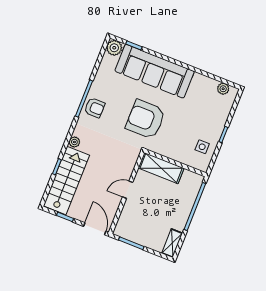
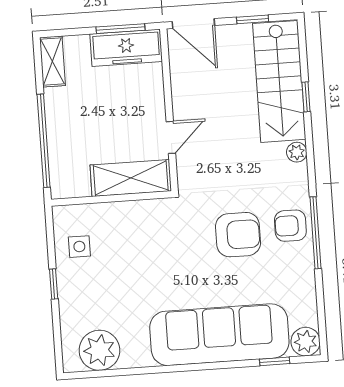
plant: (223, 89) -> (99, 350), width x1.87, depth x1.87
armchair: (146, 119) -> (238, 235), moved, width x0.73, depth x0.73
door: (128, 190) -> (171, 137), moved
freezer: (133, 233) -> (126, 48), added

